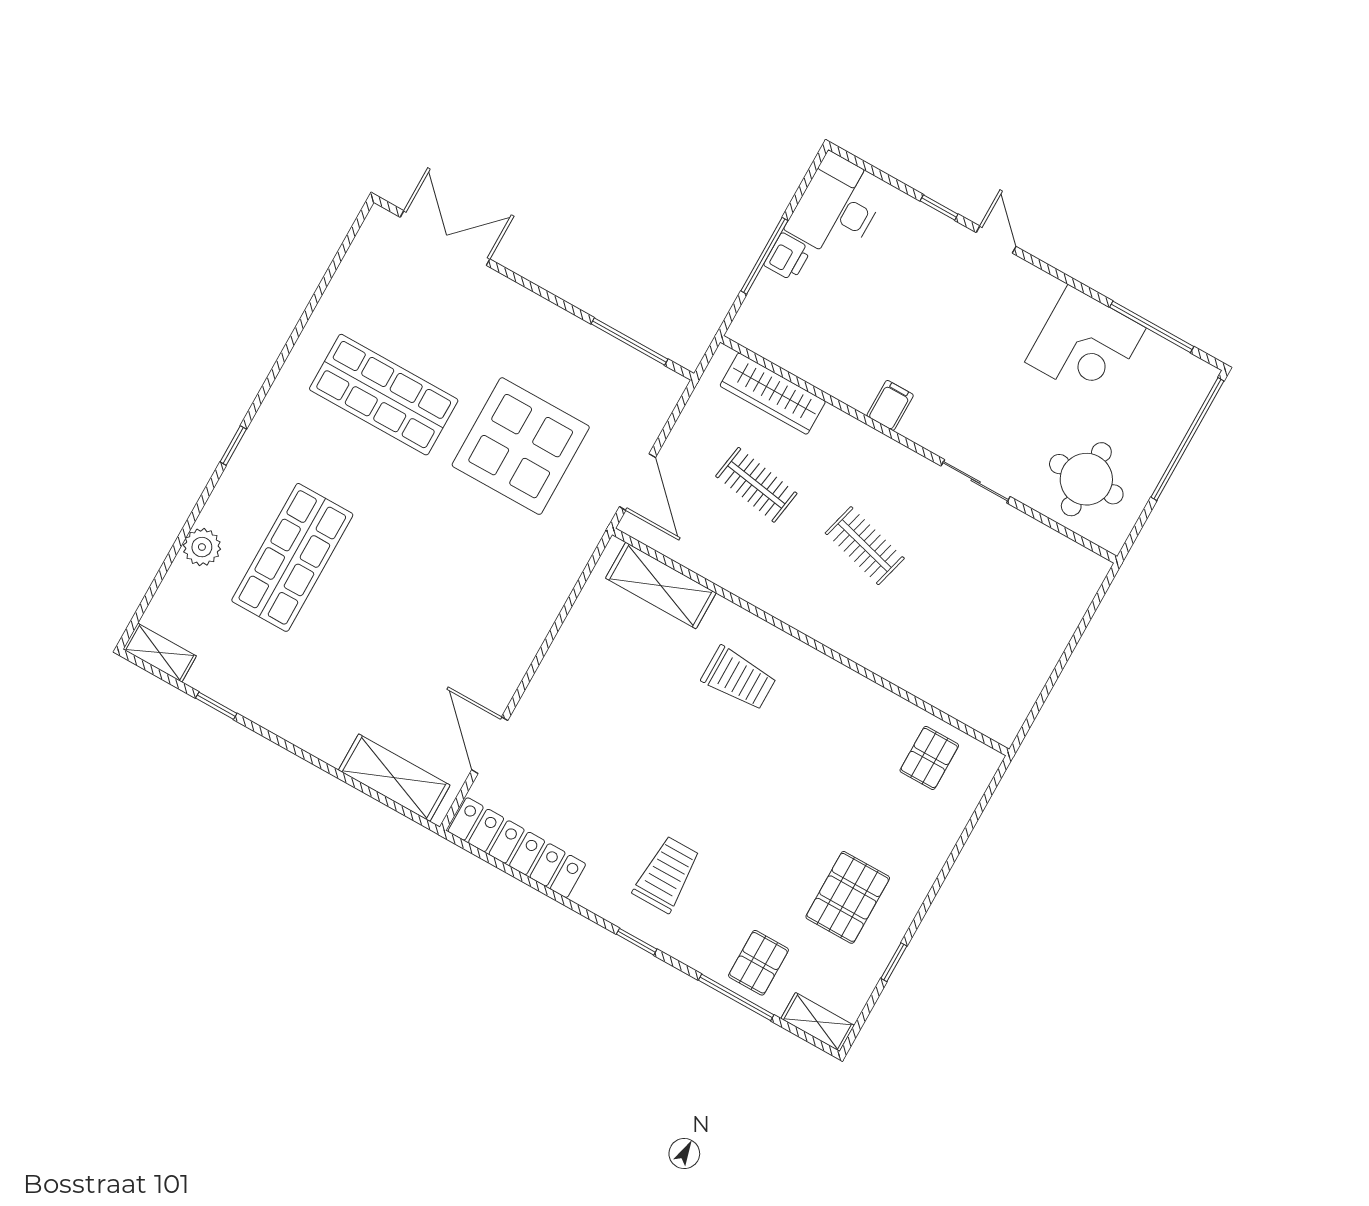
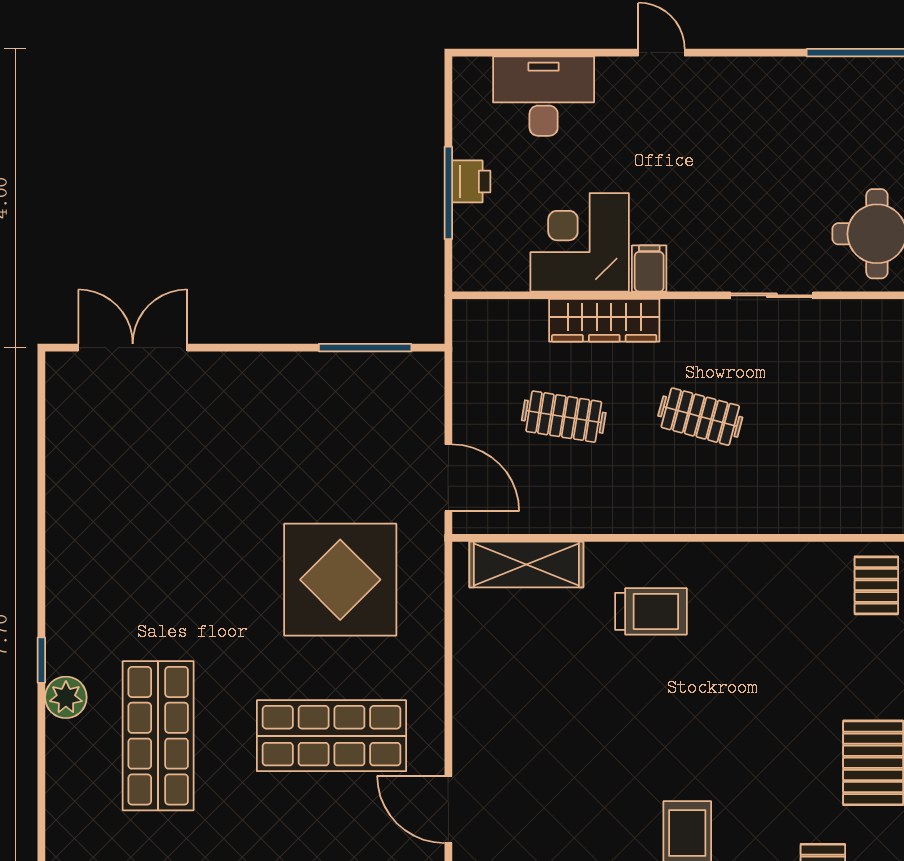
desk: (837, 207) -> (544, 96), moved, turned 90
window: (939, 208) -> (590, 53), removed
corner desk: (1085, 345) -> (580, 242), moved, turned 180
wardrobe: (773, 394) -> (604, 320), moved
shop shelf: (384, 395) -> (332, 736), moved
display table: (521, 446) -> (340, 580), moved
plant: (202, 547) -> (66, 697), moved

